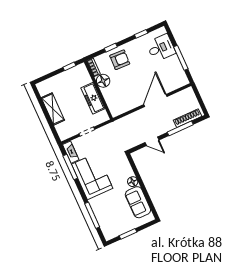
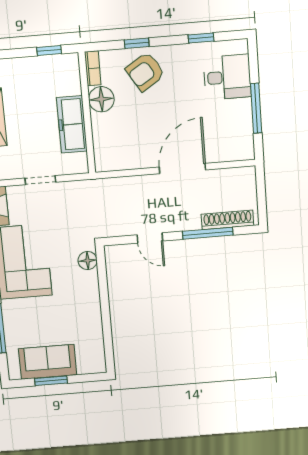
armchair: (120, 60) -> (145, 72), turned 146
floor lamp: (133, 182) -> (88, 261), moved
sofa: (138, 202) -> (48, 362), moved, turned 90

